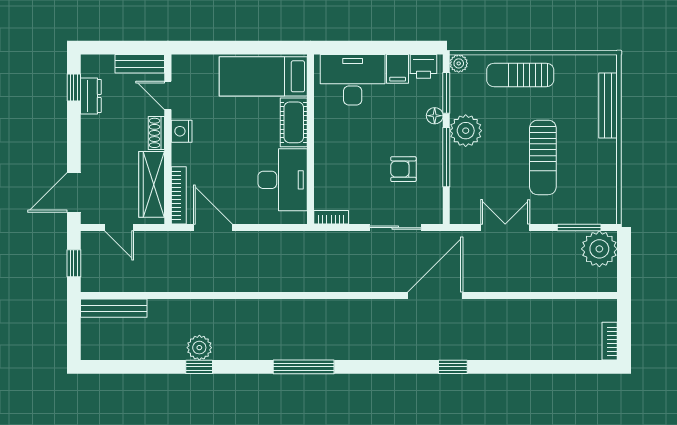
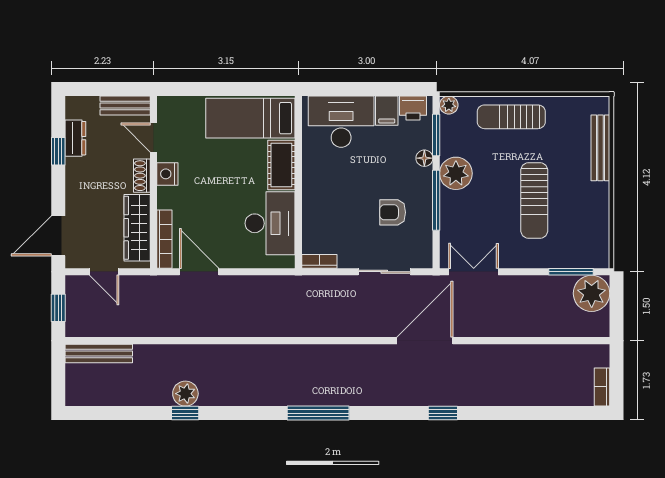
window: (74, 88) -> (58, 151), moved
double door: (505, 228) -> (474, 272), moved
window: (304, 367) -> (318, 413), moved

